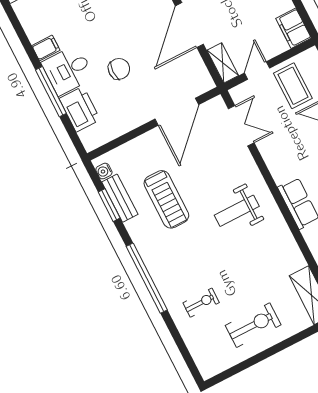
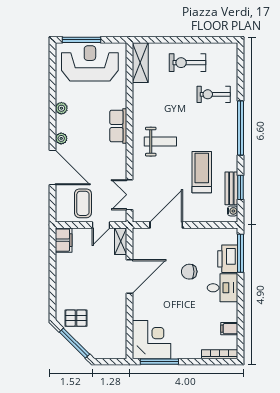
filing cabinet: (46, 48) -> (229, 329), moved
window: (51, 92) -> (240, 253), moved
exercise bike: (201, 303) -> (214, 94), width x1.38, depth x1.39

